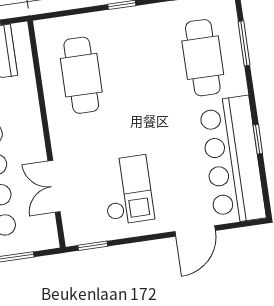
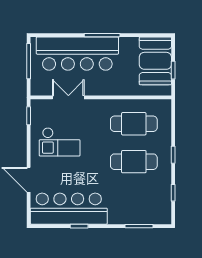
cafe table: (203, 58) -> (134, 162), moved

